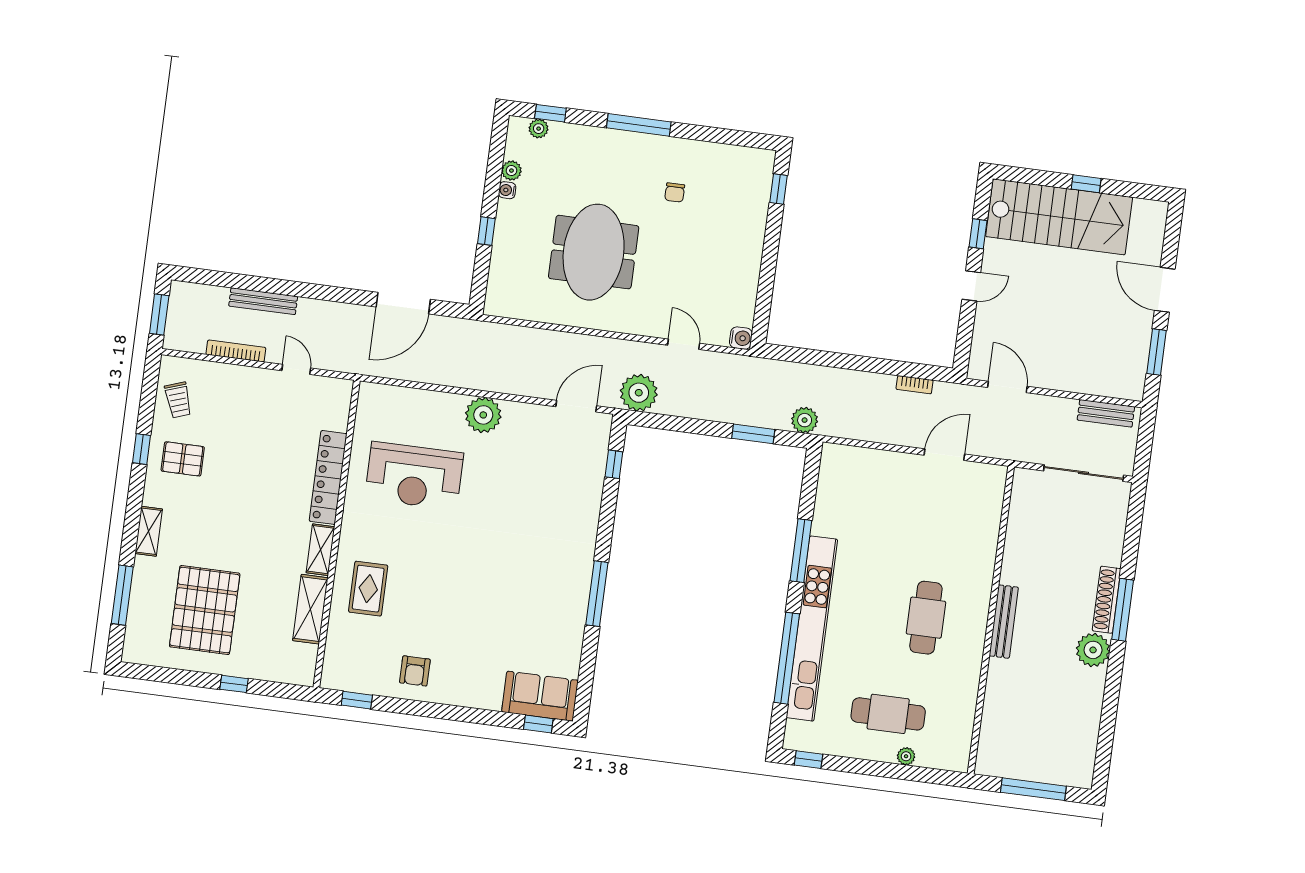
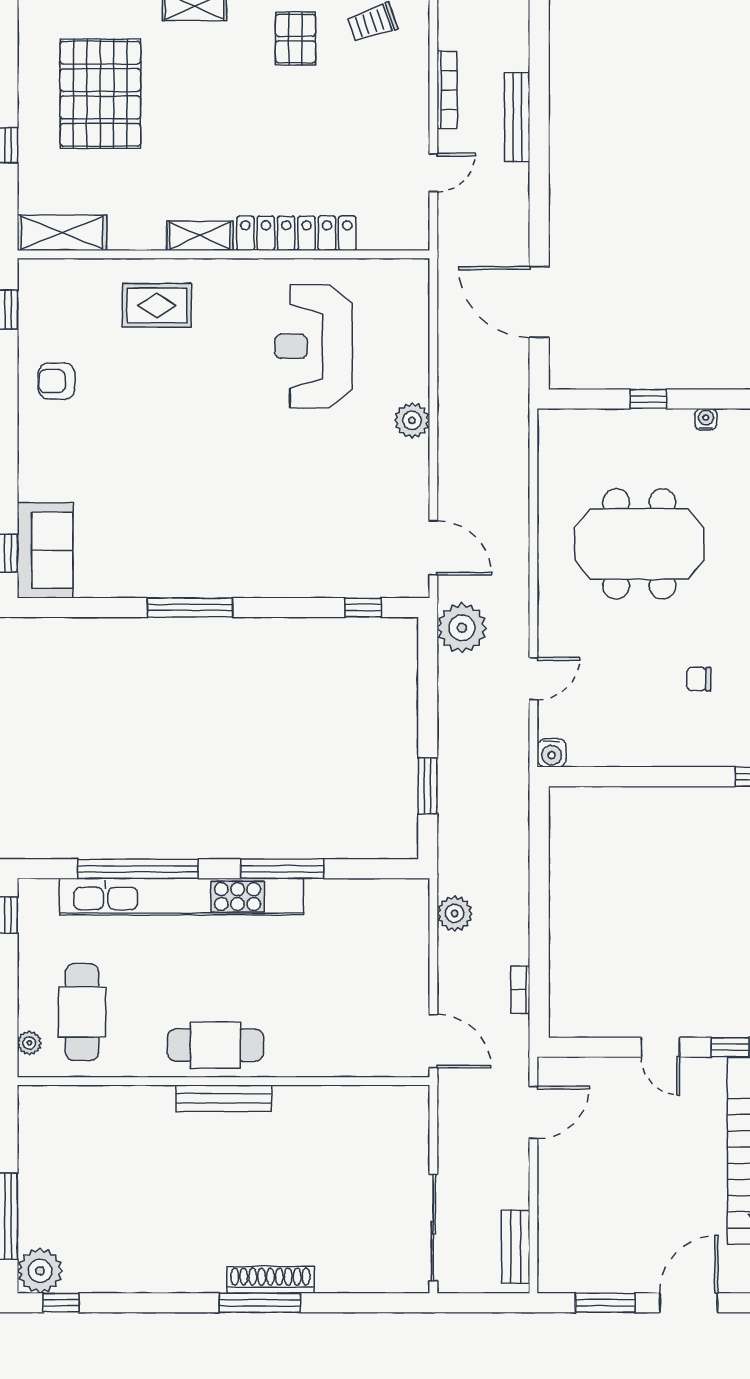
plant: (511, 171) -> (732, 422), removed
chair: (675, 192) -> (699, 679), moved
plant: (483, 415) -> (412, 420), width x0.73, depth x0.73
plant: (805, 420) -> (455, 913), moved
shelving: (310, 609) -> (62, 233), moved
pallet: (205, 610) -> (100, 94), turned 90
wall: (991, 620) -> (223, 1081), moved
bench: (1004, 622) -> (224, 1098), moved
plant: (1093, 650) -> (40, 1271), moved
window: (1103, 758) -> (61, 1303), added

